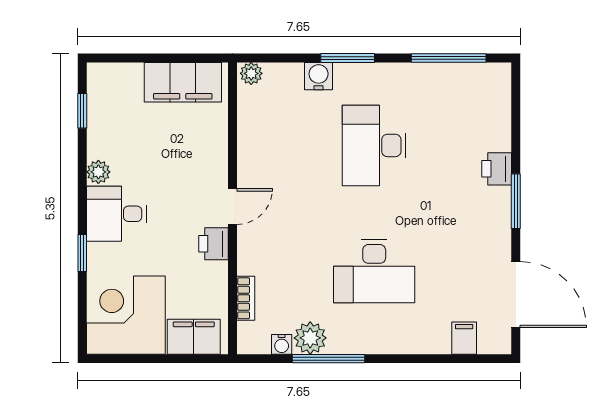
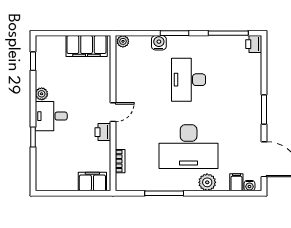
printer: (497, 169) -> (254, 44), moved
desk: (374, 271) -> (189, 147), width x1.36, depth x1.30
corner desk: (126, 315) -> (56, 170), removed
plant: (310, 338) -> (207, 182), moved
water cooler: (282, 344) -> (249, 186), moved

